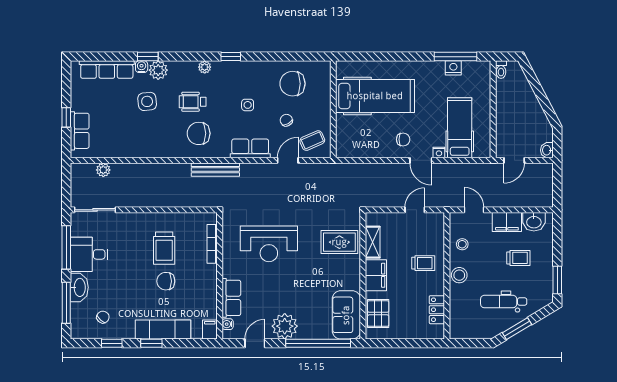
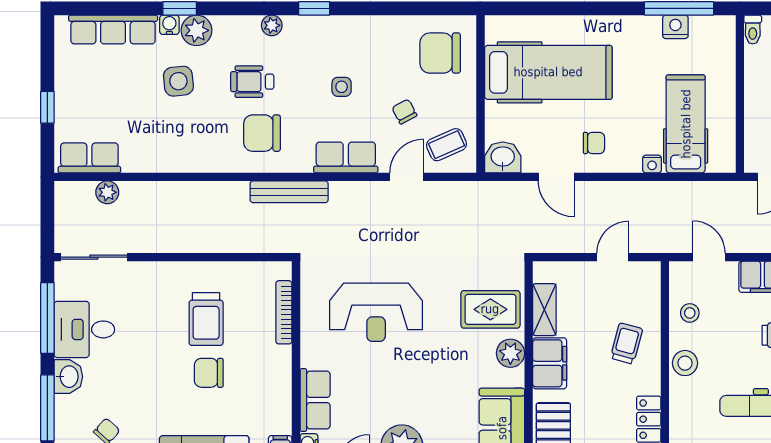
chair: (293, 84) -> (440, 53), moved
row of seats: (80, 131) -> (89, 158), moved, turned -90
washbasin: (347, 148) -> (503, 157), added
door: (421, 160) -> (556, 177), moved
trolley: (423, 263) -> (626, 343), turned -75
plant: (352, 269) -> (510, 353), added
washbasin: (79, 287) -> (68, 377), width x0.72

